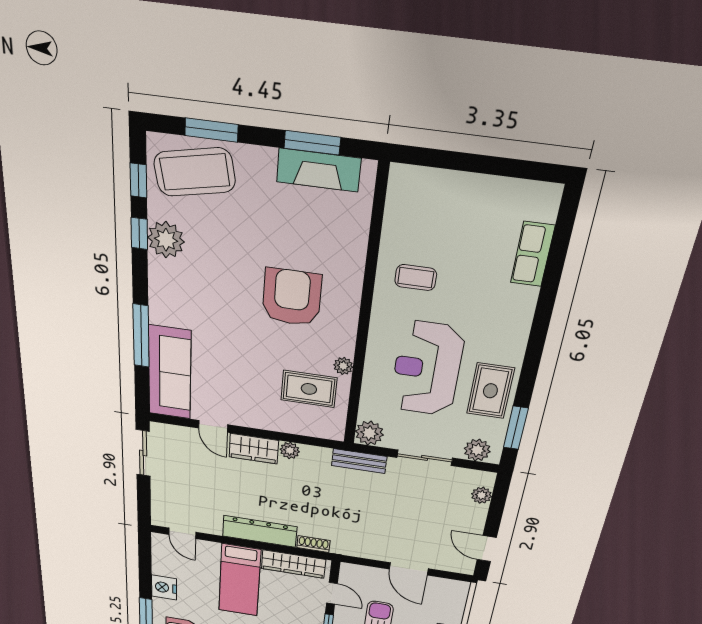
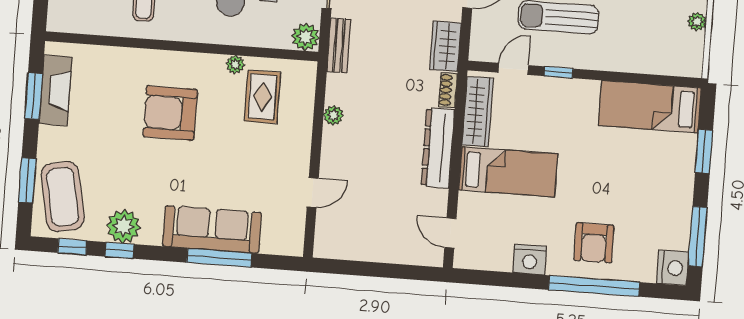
sofa: (170, 373) -> (212, 229), moved
wardrobe: (254, 449) -> (445, 46), moved, turned 180
sliding door: (143, 453) -> (351, 268), removed
door: (182, 533) -> (450, 233), swing flipped

